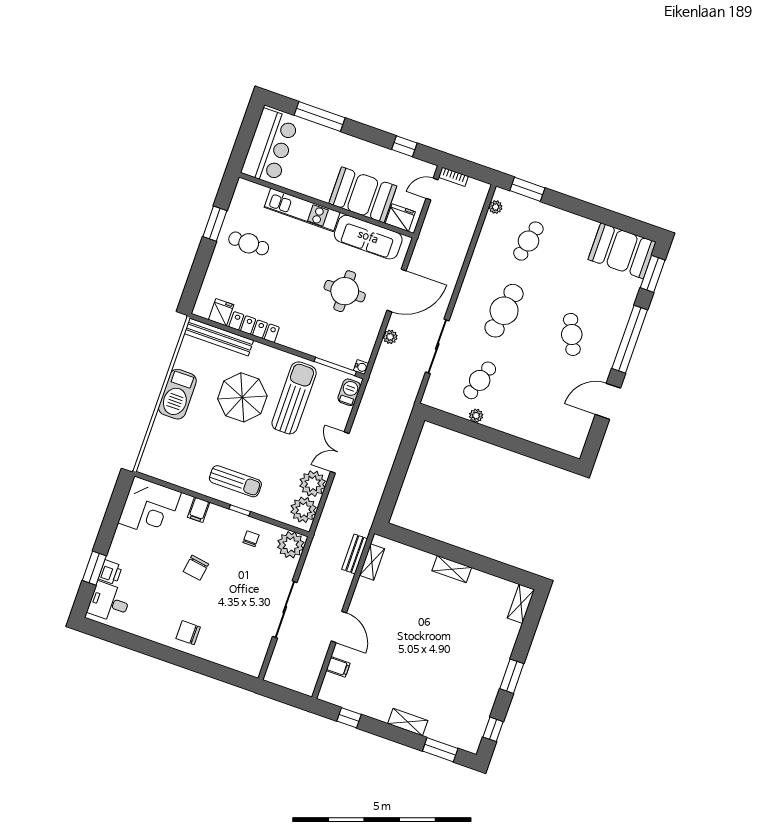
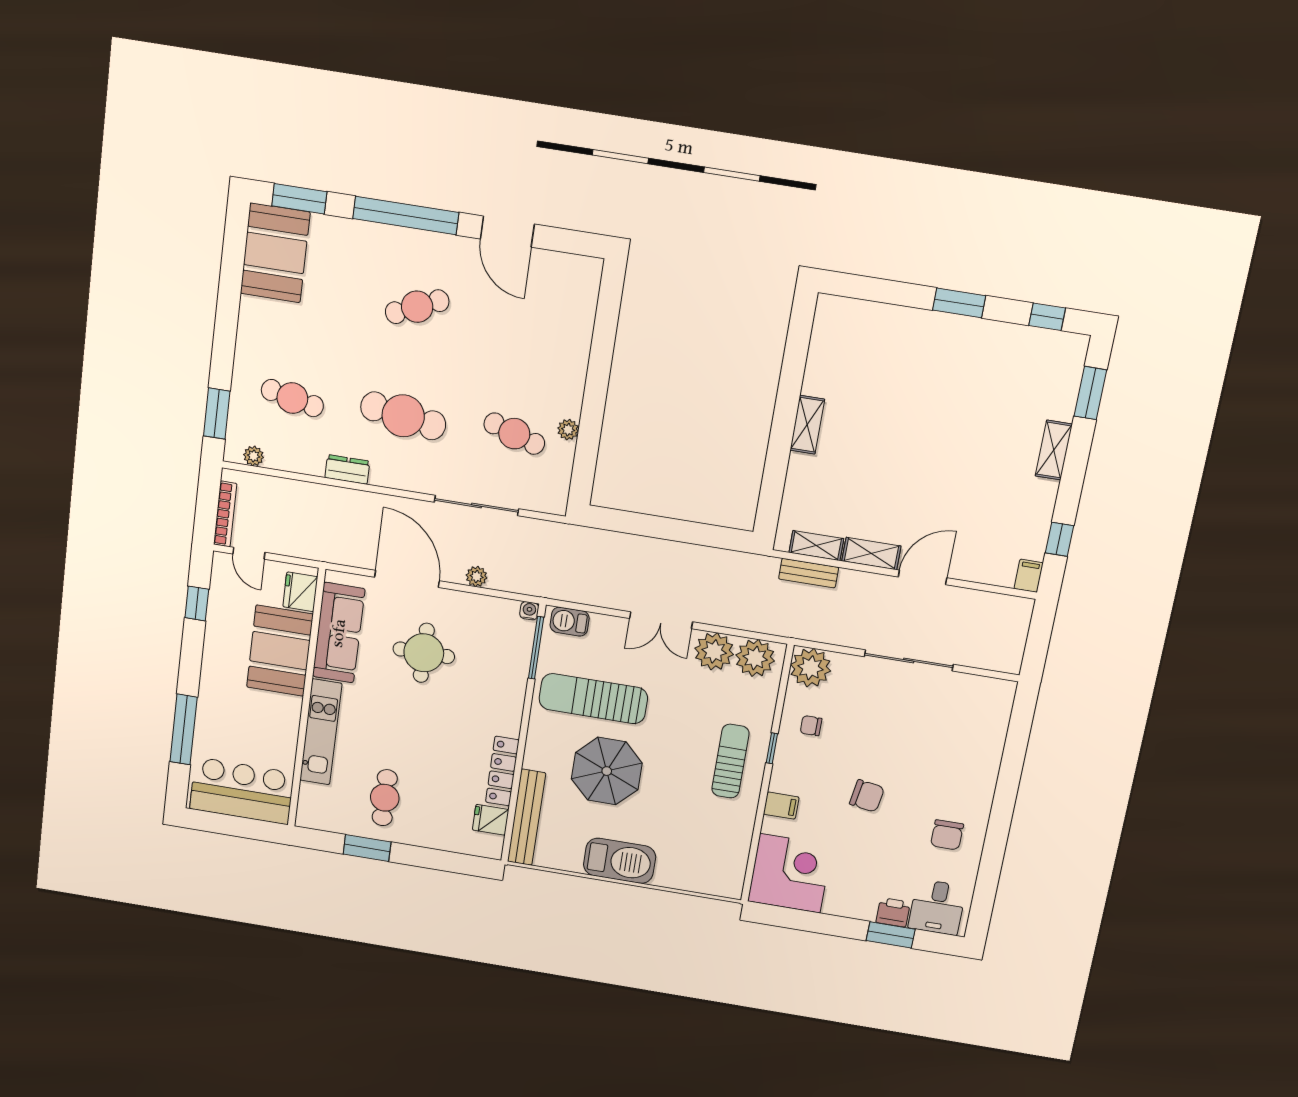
bookcase: (453, 177) -> (225, 514), width x1.56
dresser: (476, 267) -> (347, 469), added
shelving: (521, 604) -> (871, 554), moved
chair: (188, 633) -> (947, 835), moved
filing cabinet: (338, 667) -> (1029, 576), moved

